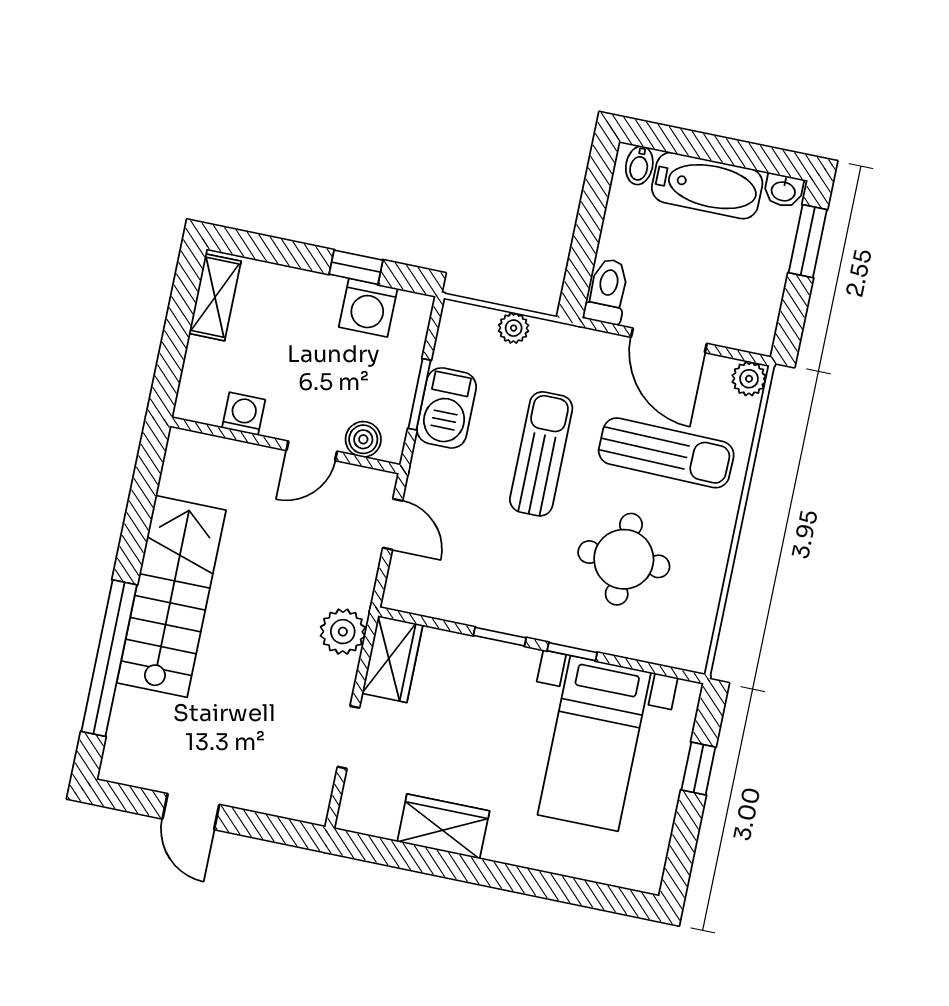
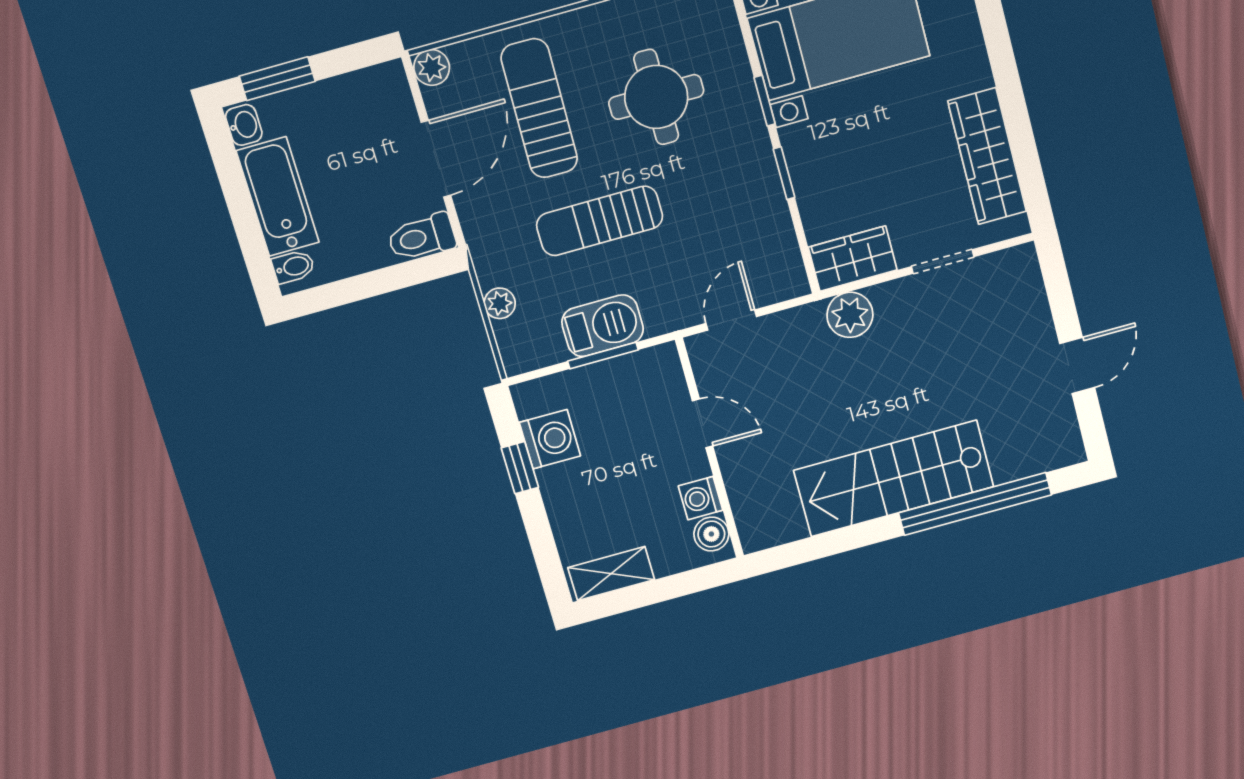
boiler: (363, 439) -> (711, 534), moved
wardrobe: (443, 826) -> (987, 156), width x1.50

